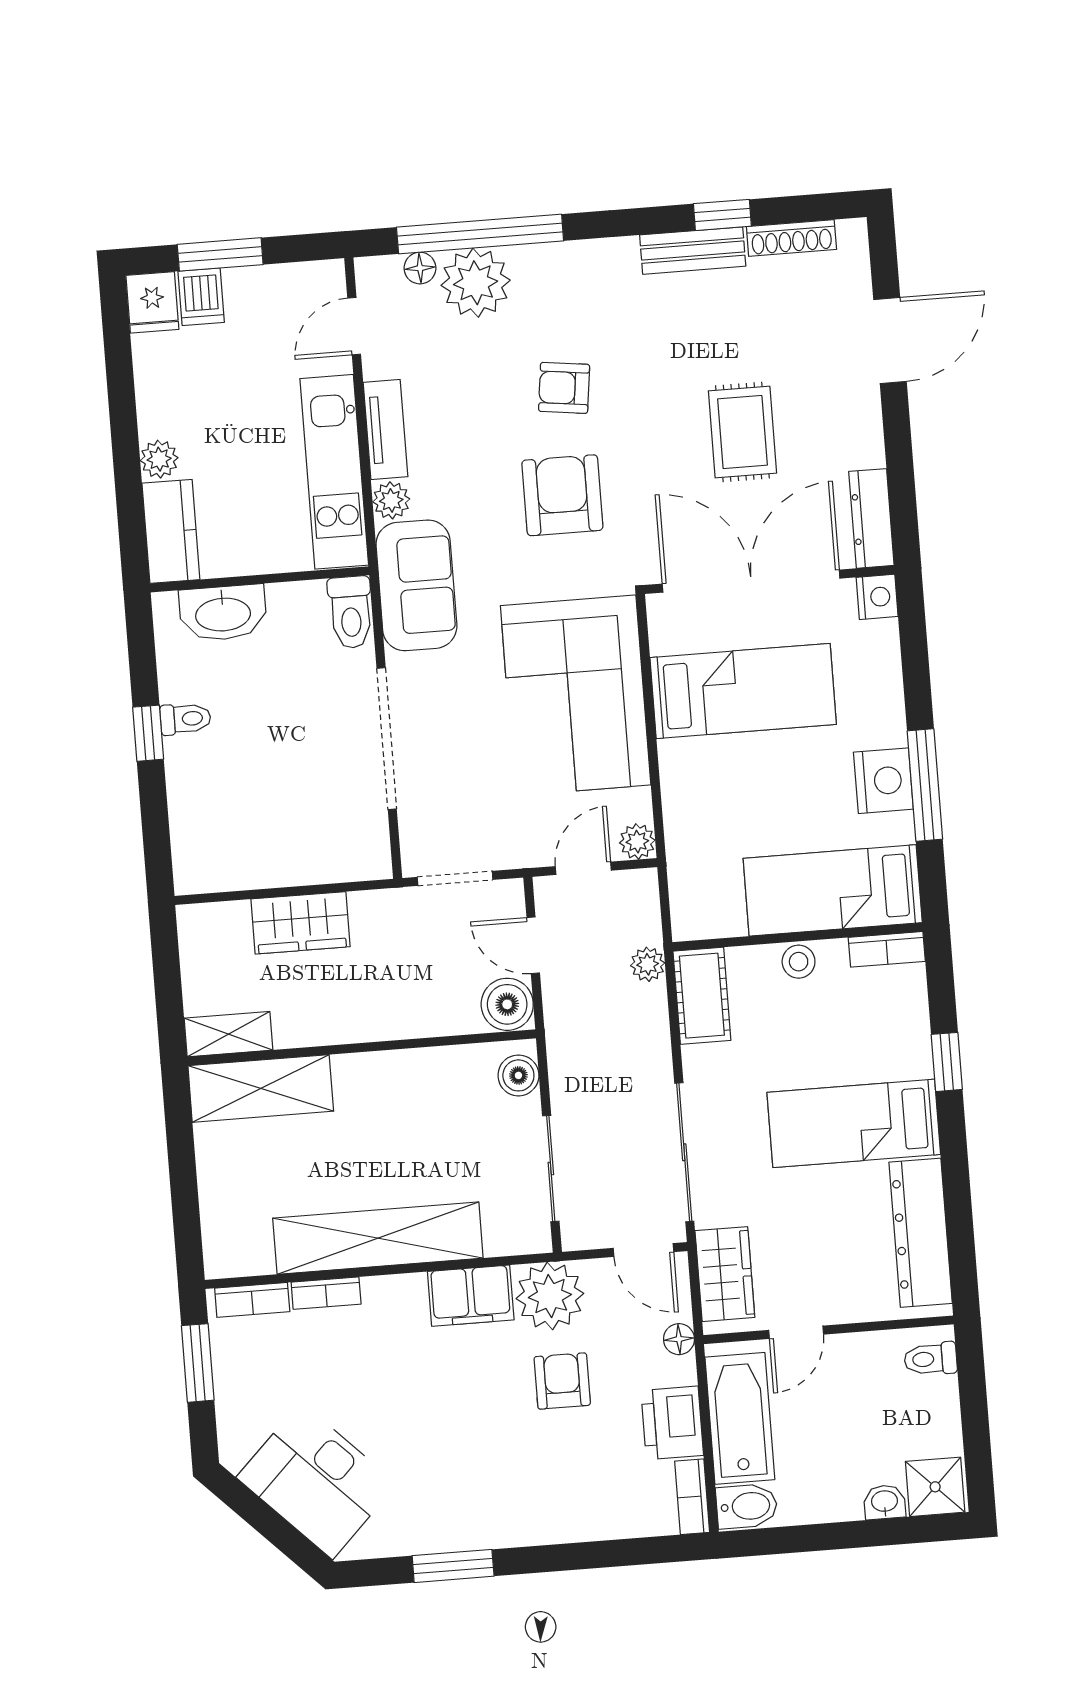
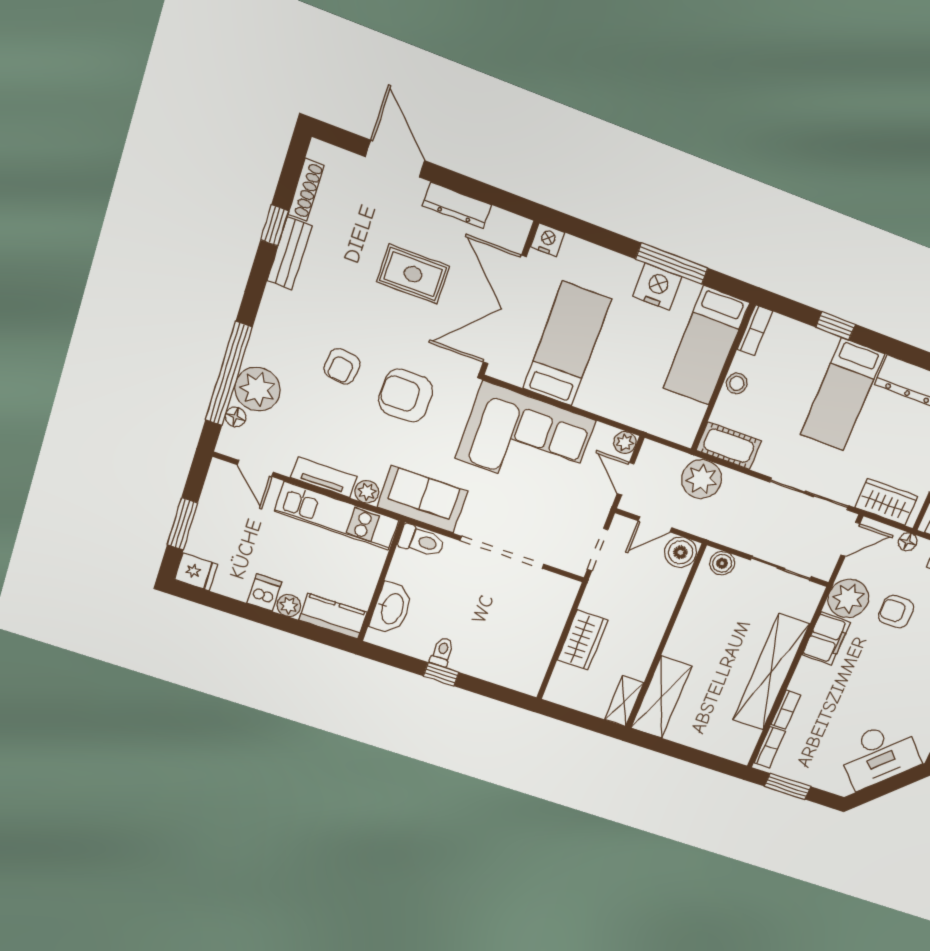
dishwasher: (201, 297) -> (264, 593), moved, turned -90
dresser: (871, 518) -> (457, 205), moved
plant: (648, 964) -> (702, 479), width x1.88, depth x1.88

